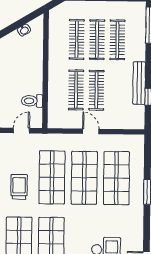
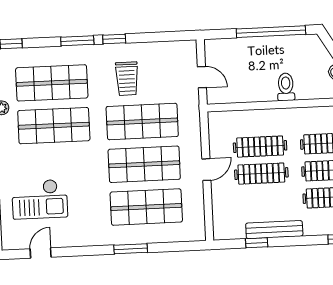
toilet: (32, 101) -> (286, 87), moved
trolley: (19, 187) -> (127, 79), turned 90

